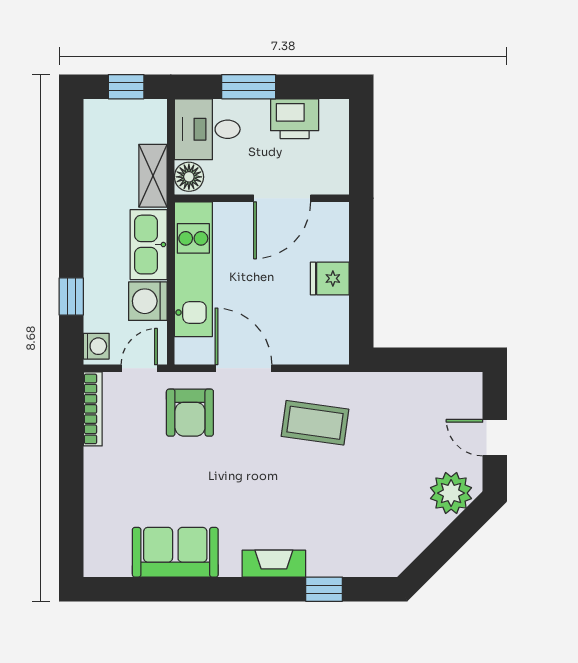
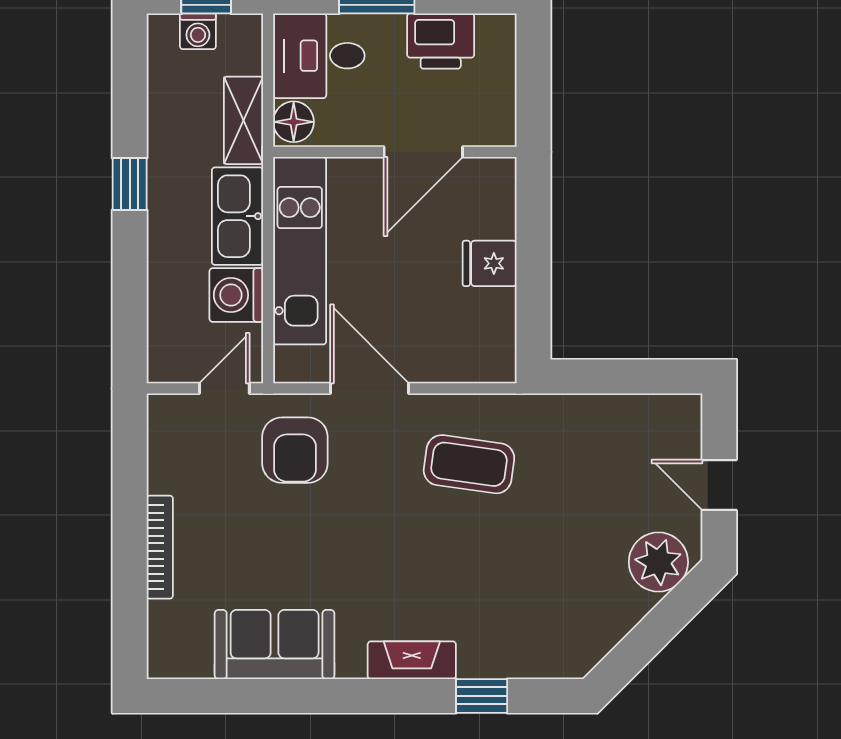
window: (71, 297) -> (130, 184), moved
washing machine: (96, 346) -> (198, 31), moved, turned 90
bookcase: (93, 409) -> (160, 547), moved

